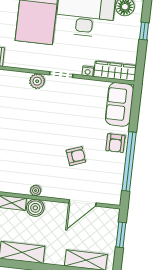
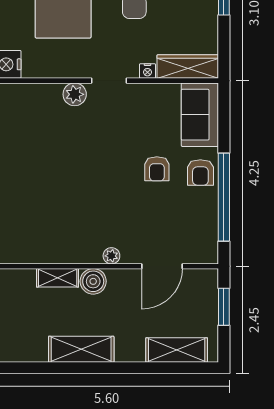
armchair: (76, 156) -> (157, 169), moved, turned 110
plant: (36, 191) -> (111, 256), moved

